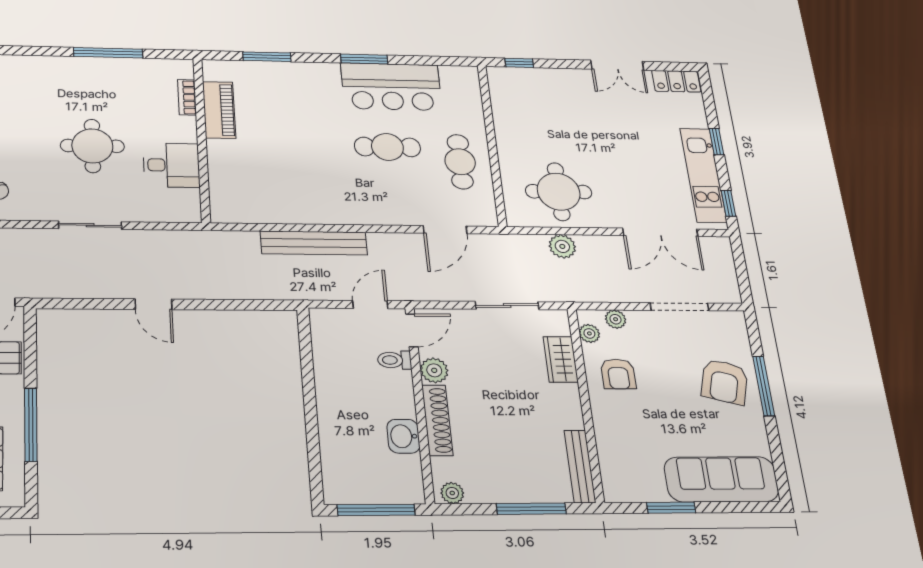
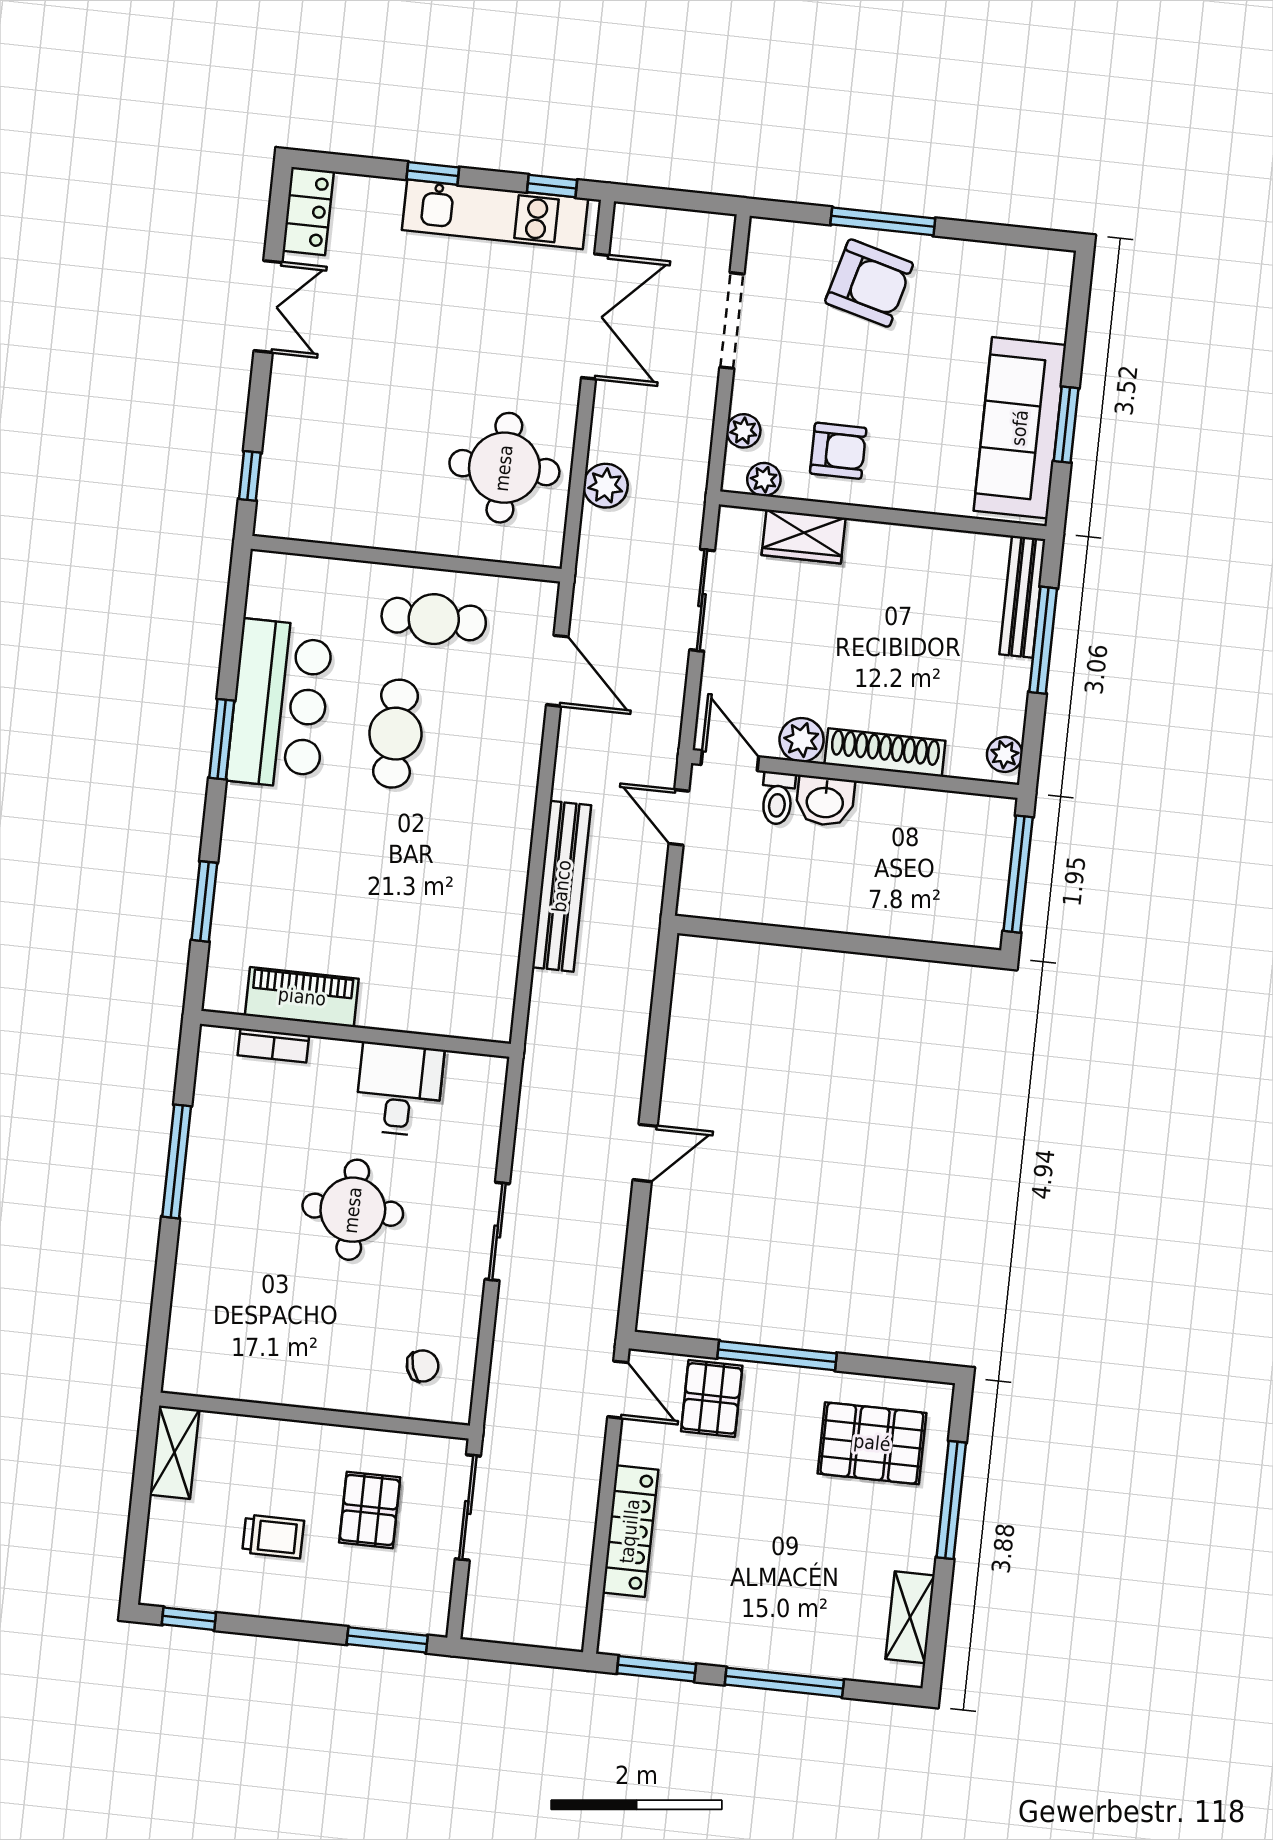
window: (31, 425) -> (777, 1356), moved
washbasin: (403, 436) -> (825, 801), moved
bench: (580, 466) -> (1022, 597), moved, turned 90
sofa: (721, 479) -> (1020, 428), moved

